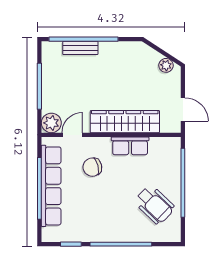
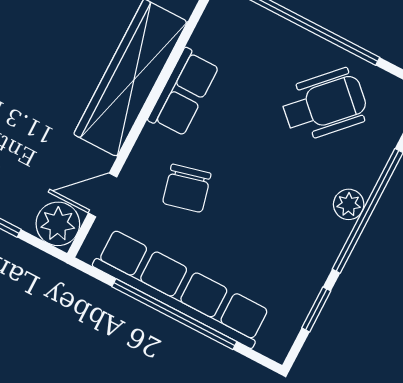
door: (72, 135) -> (103, 195), hinge flipped
plant: (120, 235) -> (349, 204), added

